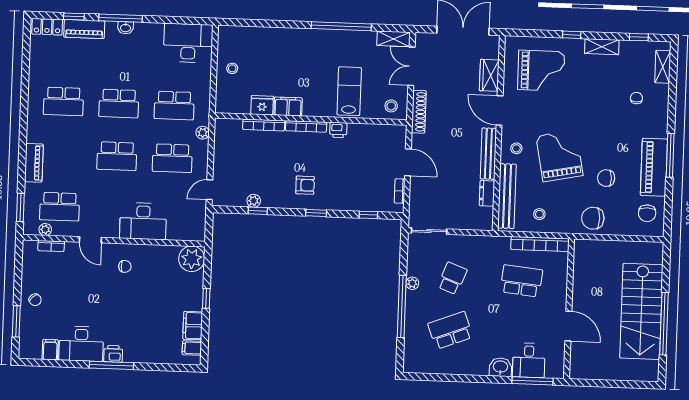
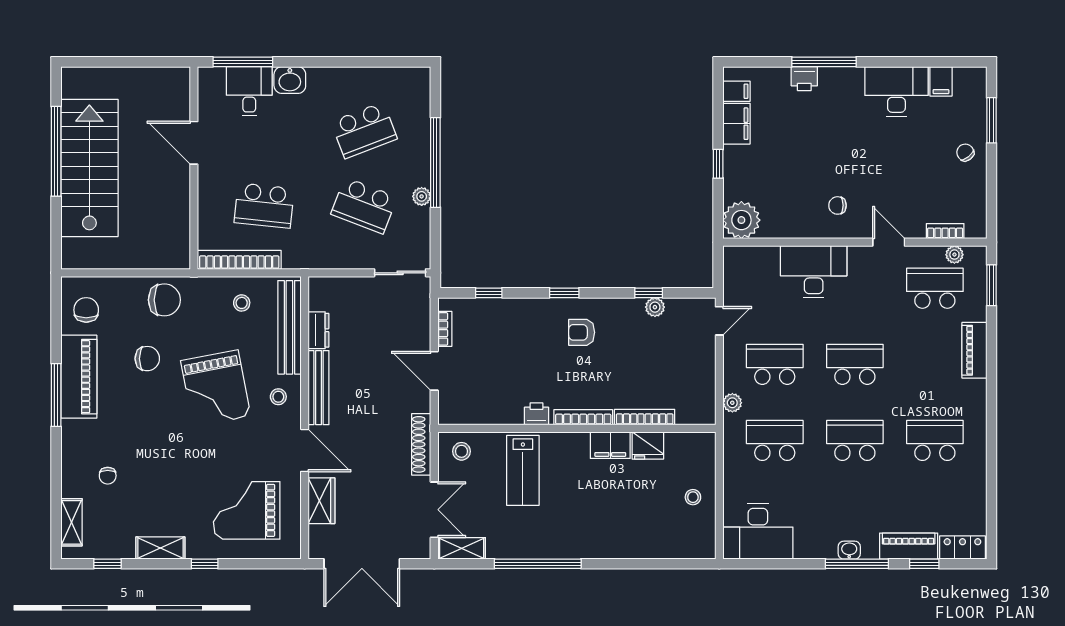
school desk: (452, 278) -> (364, 206), width x1.85
printer: (113, 354) -> (804, 79), moved
window: (111, 365) -> (824, 62), moved

